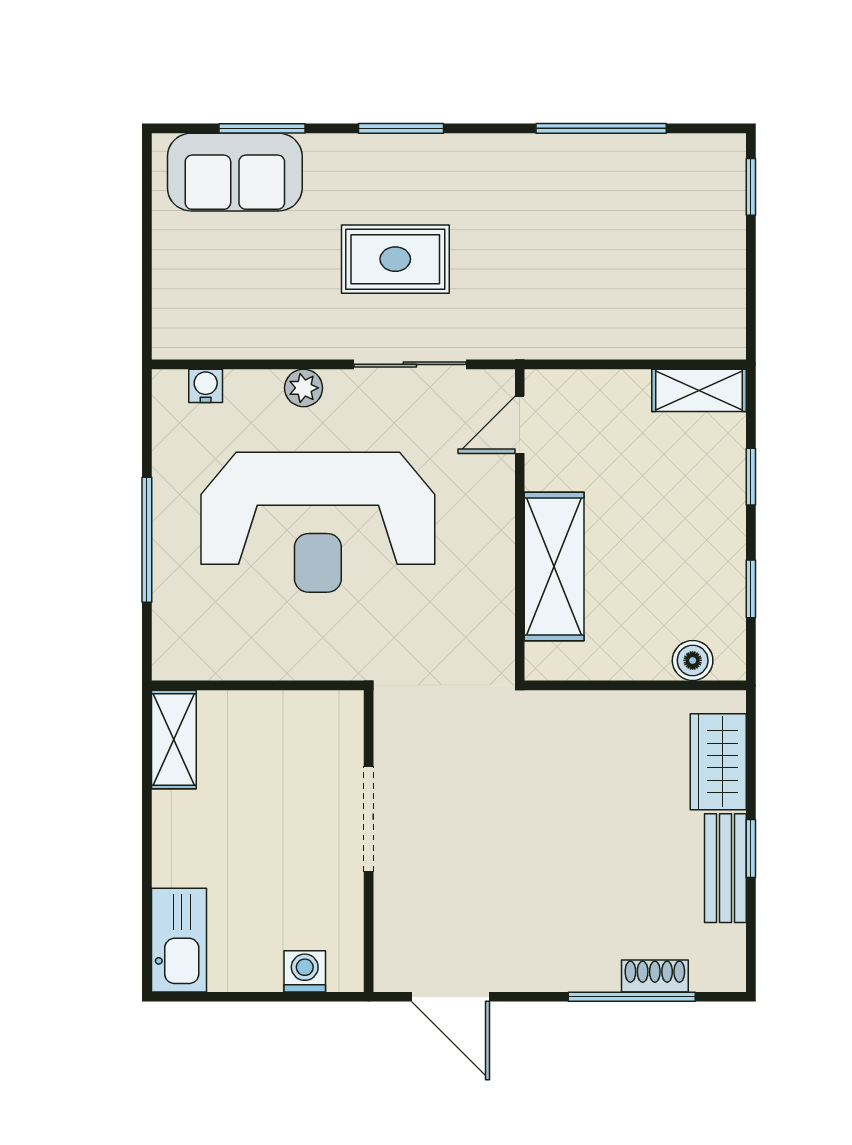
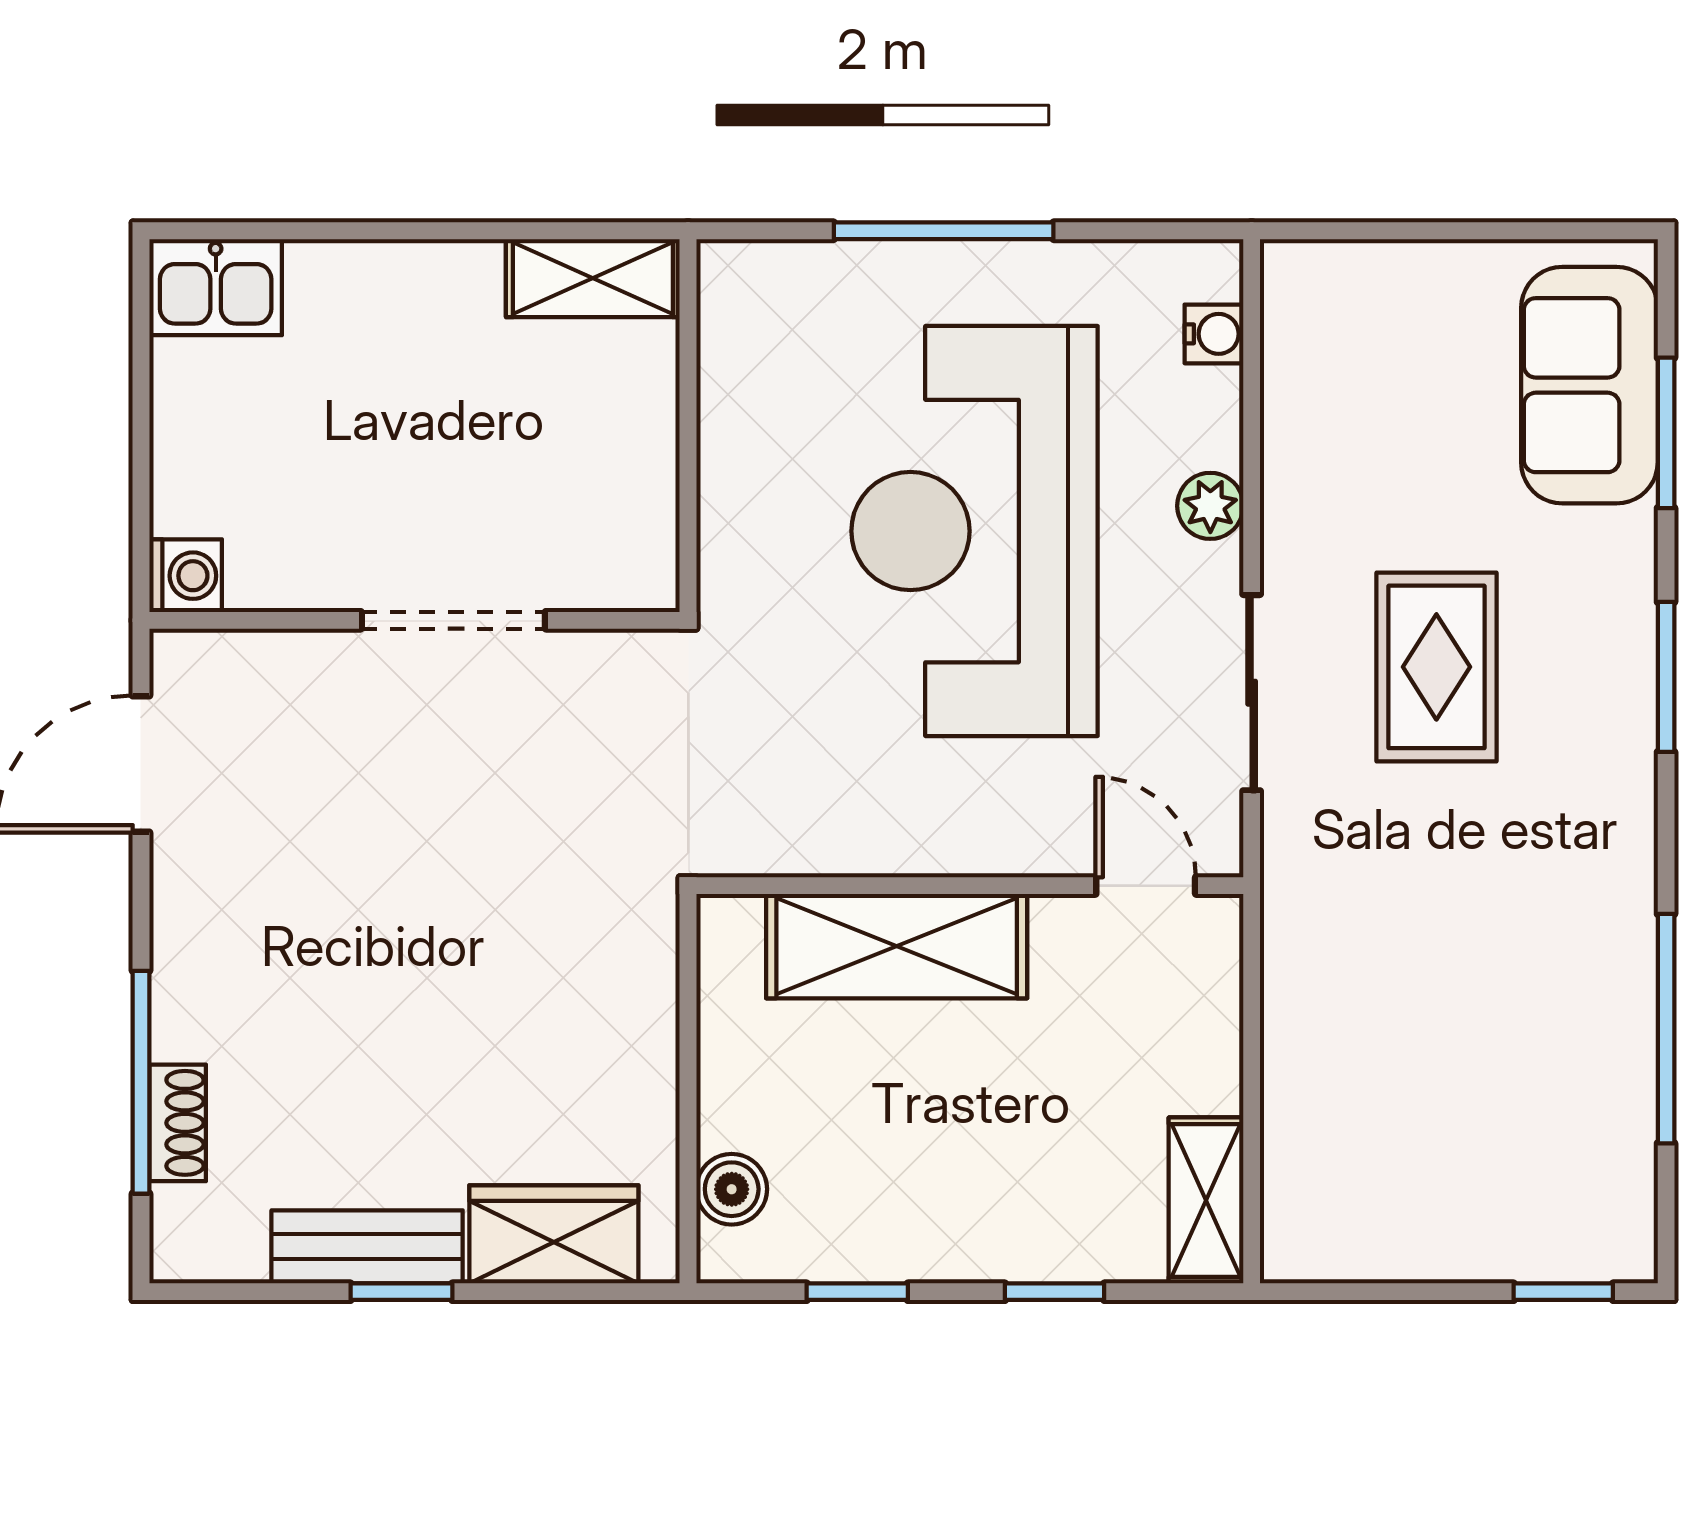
kitchen sink: (179, 940) -> (216, 287), width x0.73
washing machine: (305, 971) -> (186, 576), moved

